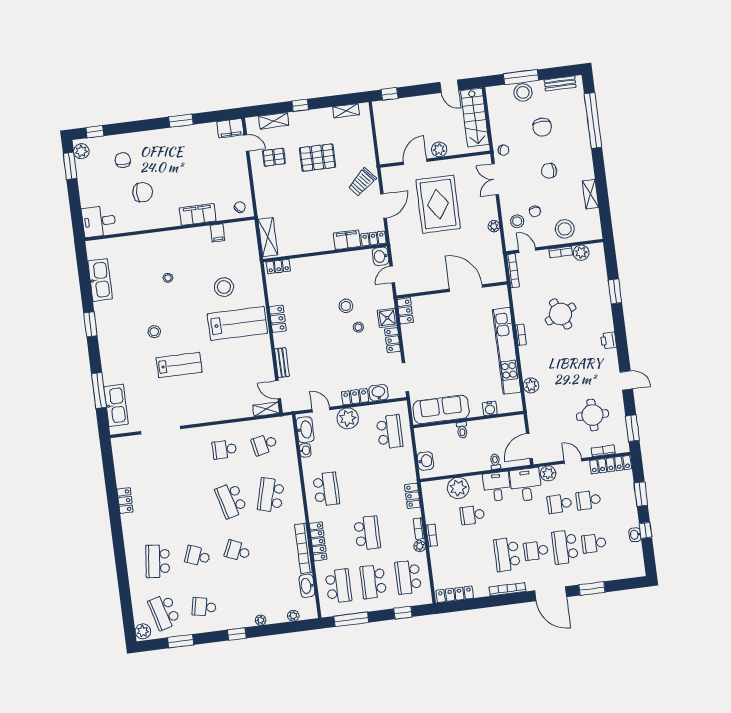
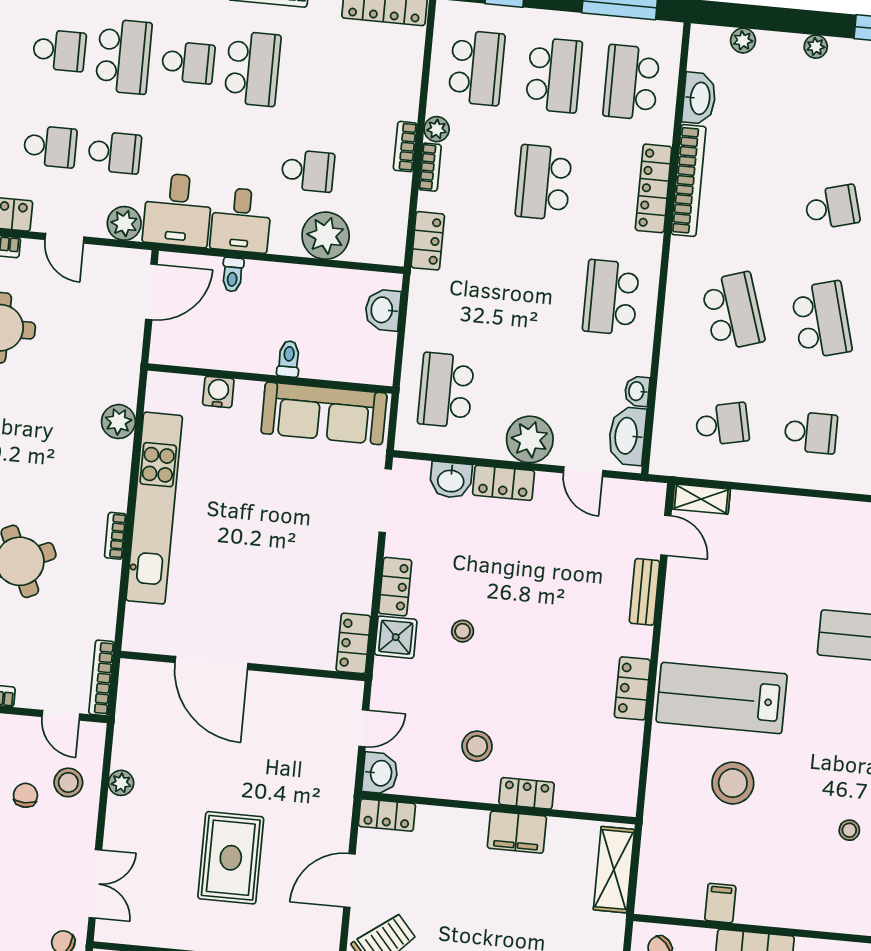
rug: (438, 204) -> (231, 858), width x0.73, depth x0.69
filing cabinet: (347, 240) -> (517, 832), moved
locker: (278, 267) -> (526, 793), moved
stool: (346, 306) -> (477, 746), moved
school desk: (271, 495) -> (733, 311), turned -33
school desk: (237, 551) -> (832, 207), turned -39

